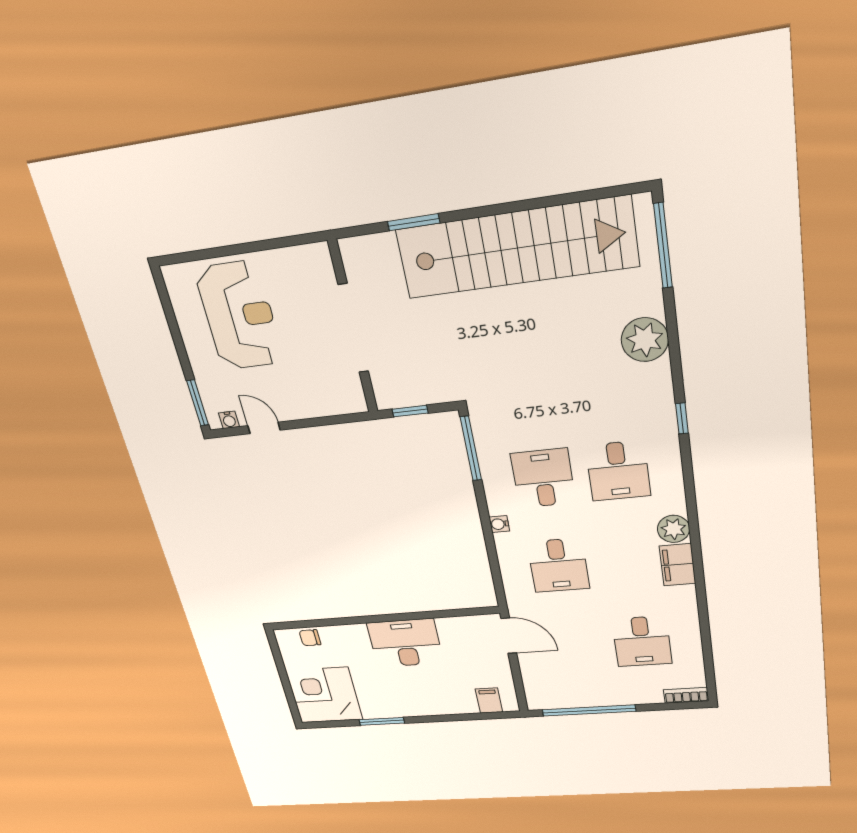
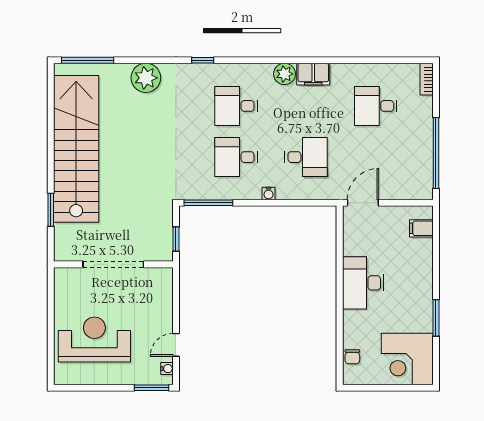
desk: (618, 471) -> (236, 106), turned 180
desk: (642, 641) -> (376, 106), turned 180

